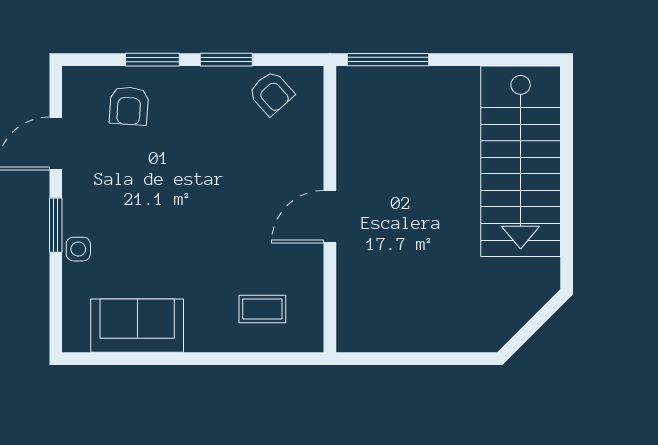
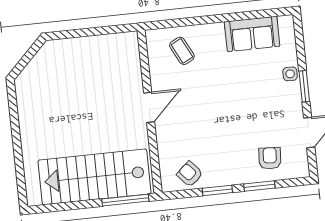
stairs: (521, 161) -> (95, 177), moved, turned -90
coffee table: (262, 309) -> (182, 51), turned 63

